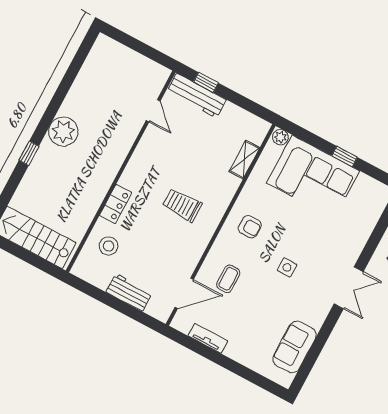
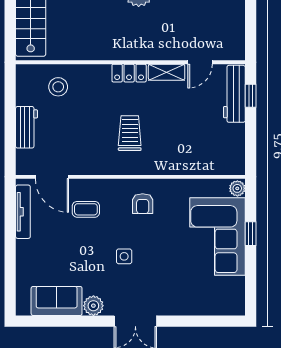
window: (344, 156) -> (251, 234), moved
shelving: (244, 160) -> (167, 72), moved
locker: (116, 204) -> (129, 73), moved
plant: (316, 317) -> (93, 306), added
tv unit: (208, 338) -> (23, 212), width x1.41

